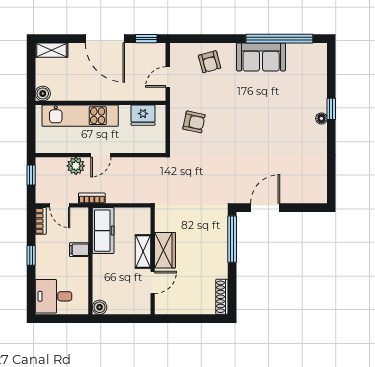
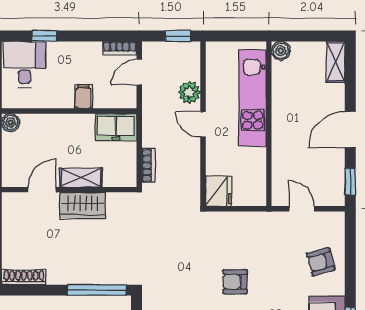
door: (105, 39) -> (350, 129), width x0.73
fridge: (143, 115) -> (219, 191), moved, turned 180
armchair: (194, 122) -> (235, 282), moved, turned 78
bookcase: (92, 198) -> (149, 166), moved
freezer: (103, 231) -> (116, 127), width x0.71
window: (31, 255) -> (44, 36), moved
door: (153, 282) -> (42, 190), swing flipped

